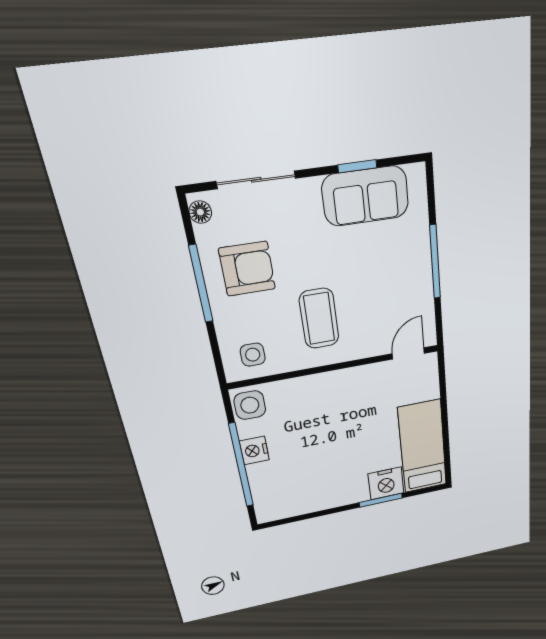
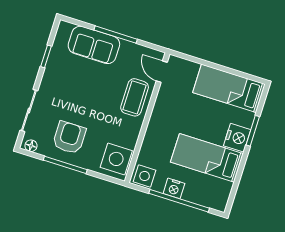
sofa: (366, 196) -> (94, 45), moved, turned 90
coffee table: (319, 318) -> (135, 97), moved, turned 90
side table: (253, 355) -> (116, 159), width x1.87, depth x1.87
bed: (318, 468) -> (207, 158), added
nightstand: (386, 483) -> (237, 138), moved

